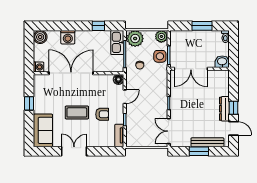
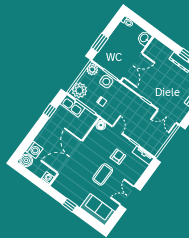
window: (202, 26) -> (100, 43), moved
washing machine: (68, 37) -> (34, 150), moved

